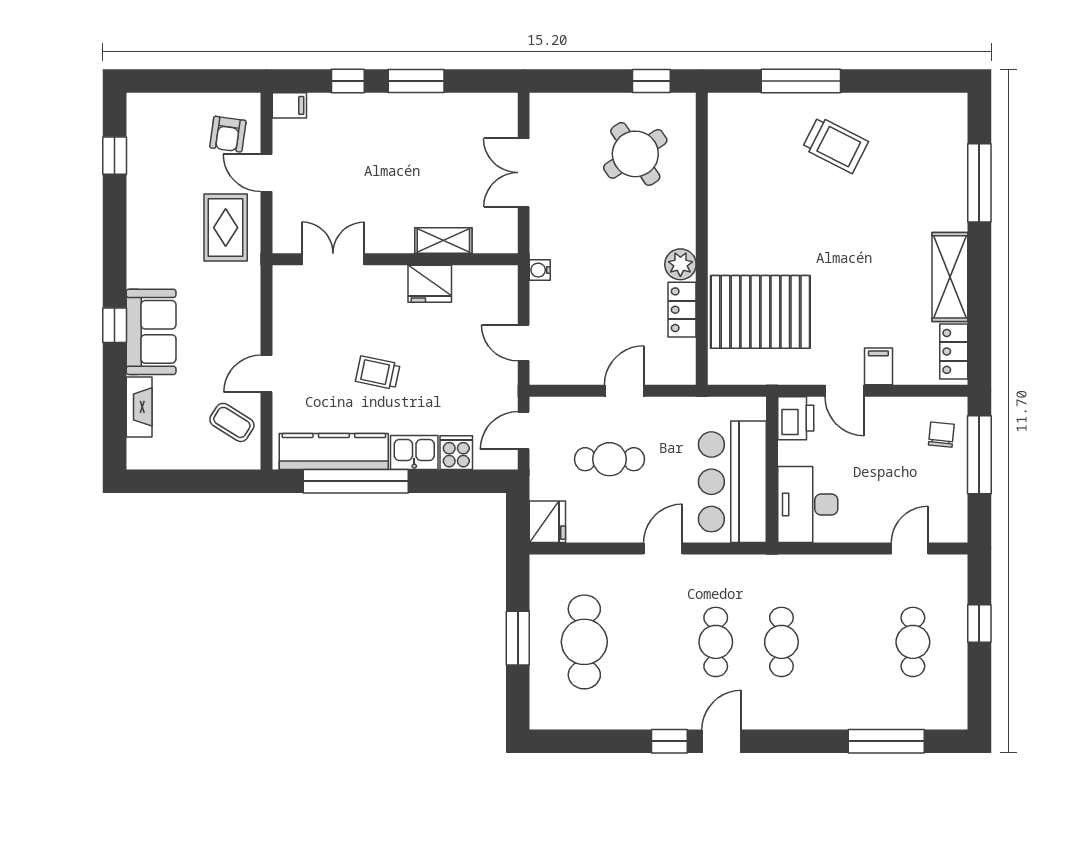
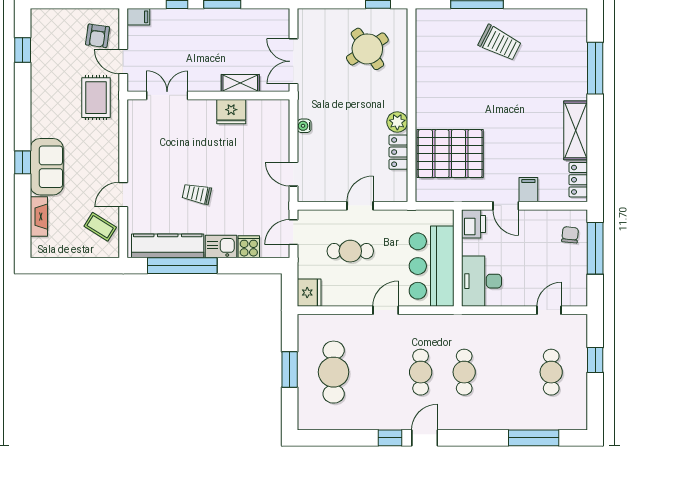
shelving: (443, 240) -> (240, 83), moved
double door: (333, 259) -> (167, 95), moved
wall: (395, 259) -> (208, 95), moved
fridge: (430, 284) -> (231, 112), moved

